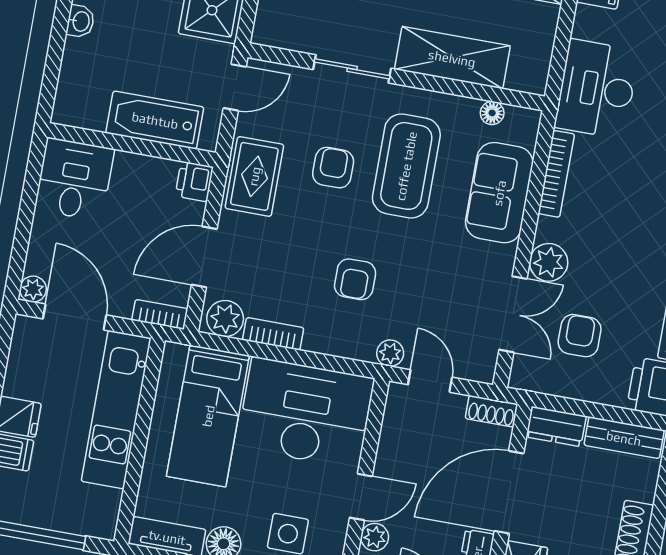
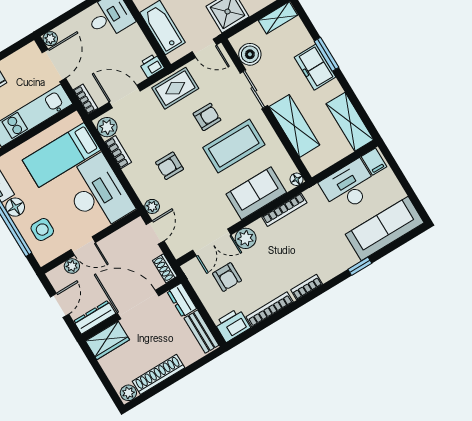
boiler: (299, 32) -> (250, 54), added
desk: (597, 89) -> (349, 186), moved
floor lamp: (492, 113) -> (297, 179), moved
armchair: (580, 336) -> (227, 277), turned 90

